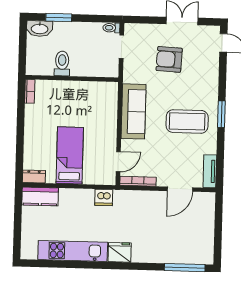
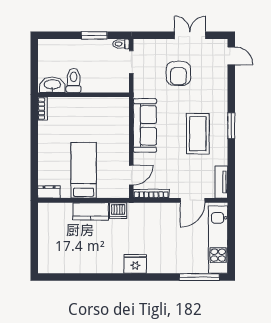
window: (59, 18) -> (94, 35), moved
washbasin: (40, 28) -> (52, 85), moved, turned 180
armchair: (169, 59) -> (178, 73), turned -93
coffee table: (187, 121) -> (198, 134), turned 90
kitchen counter: (40, 196) -> (91, 211), moved
kitchen unit: (73, 251) -> (218, 240), moved, turned -90

